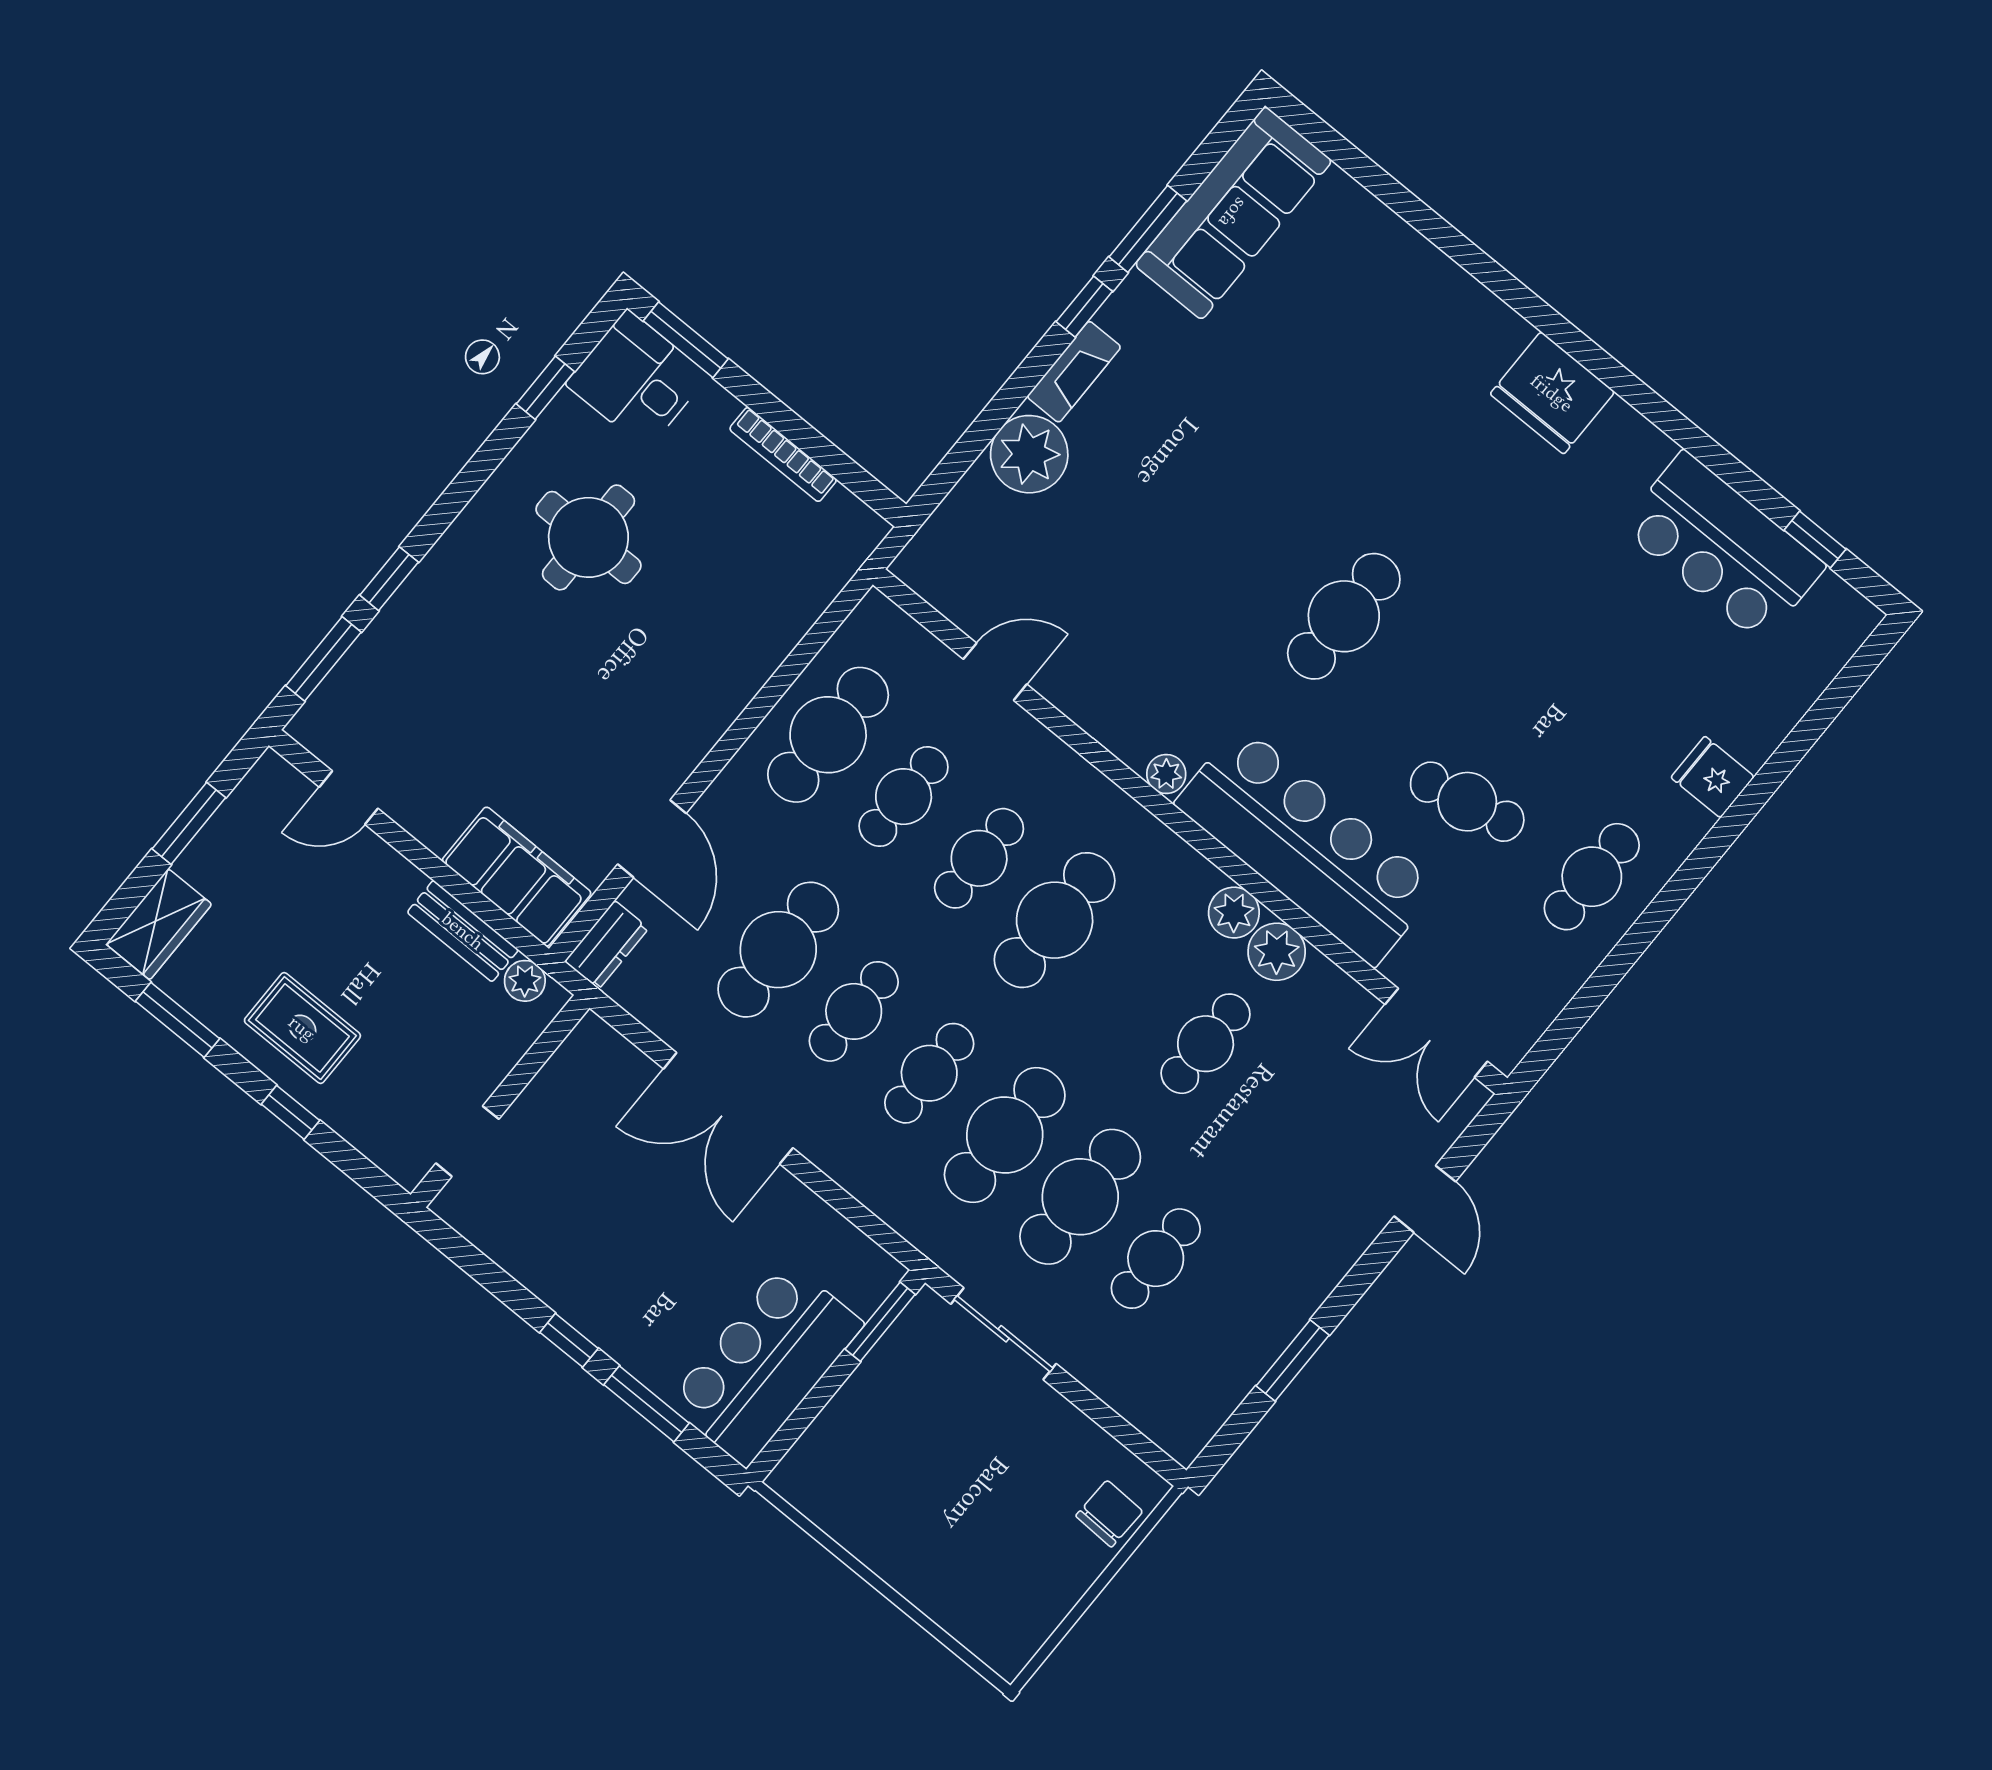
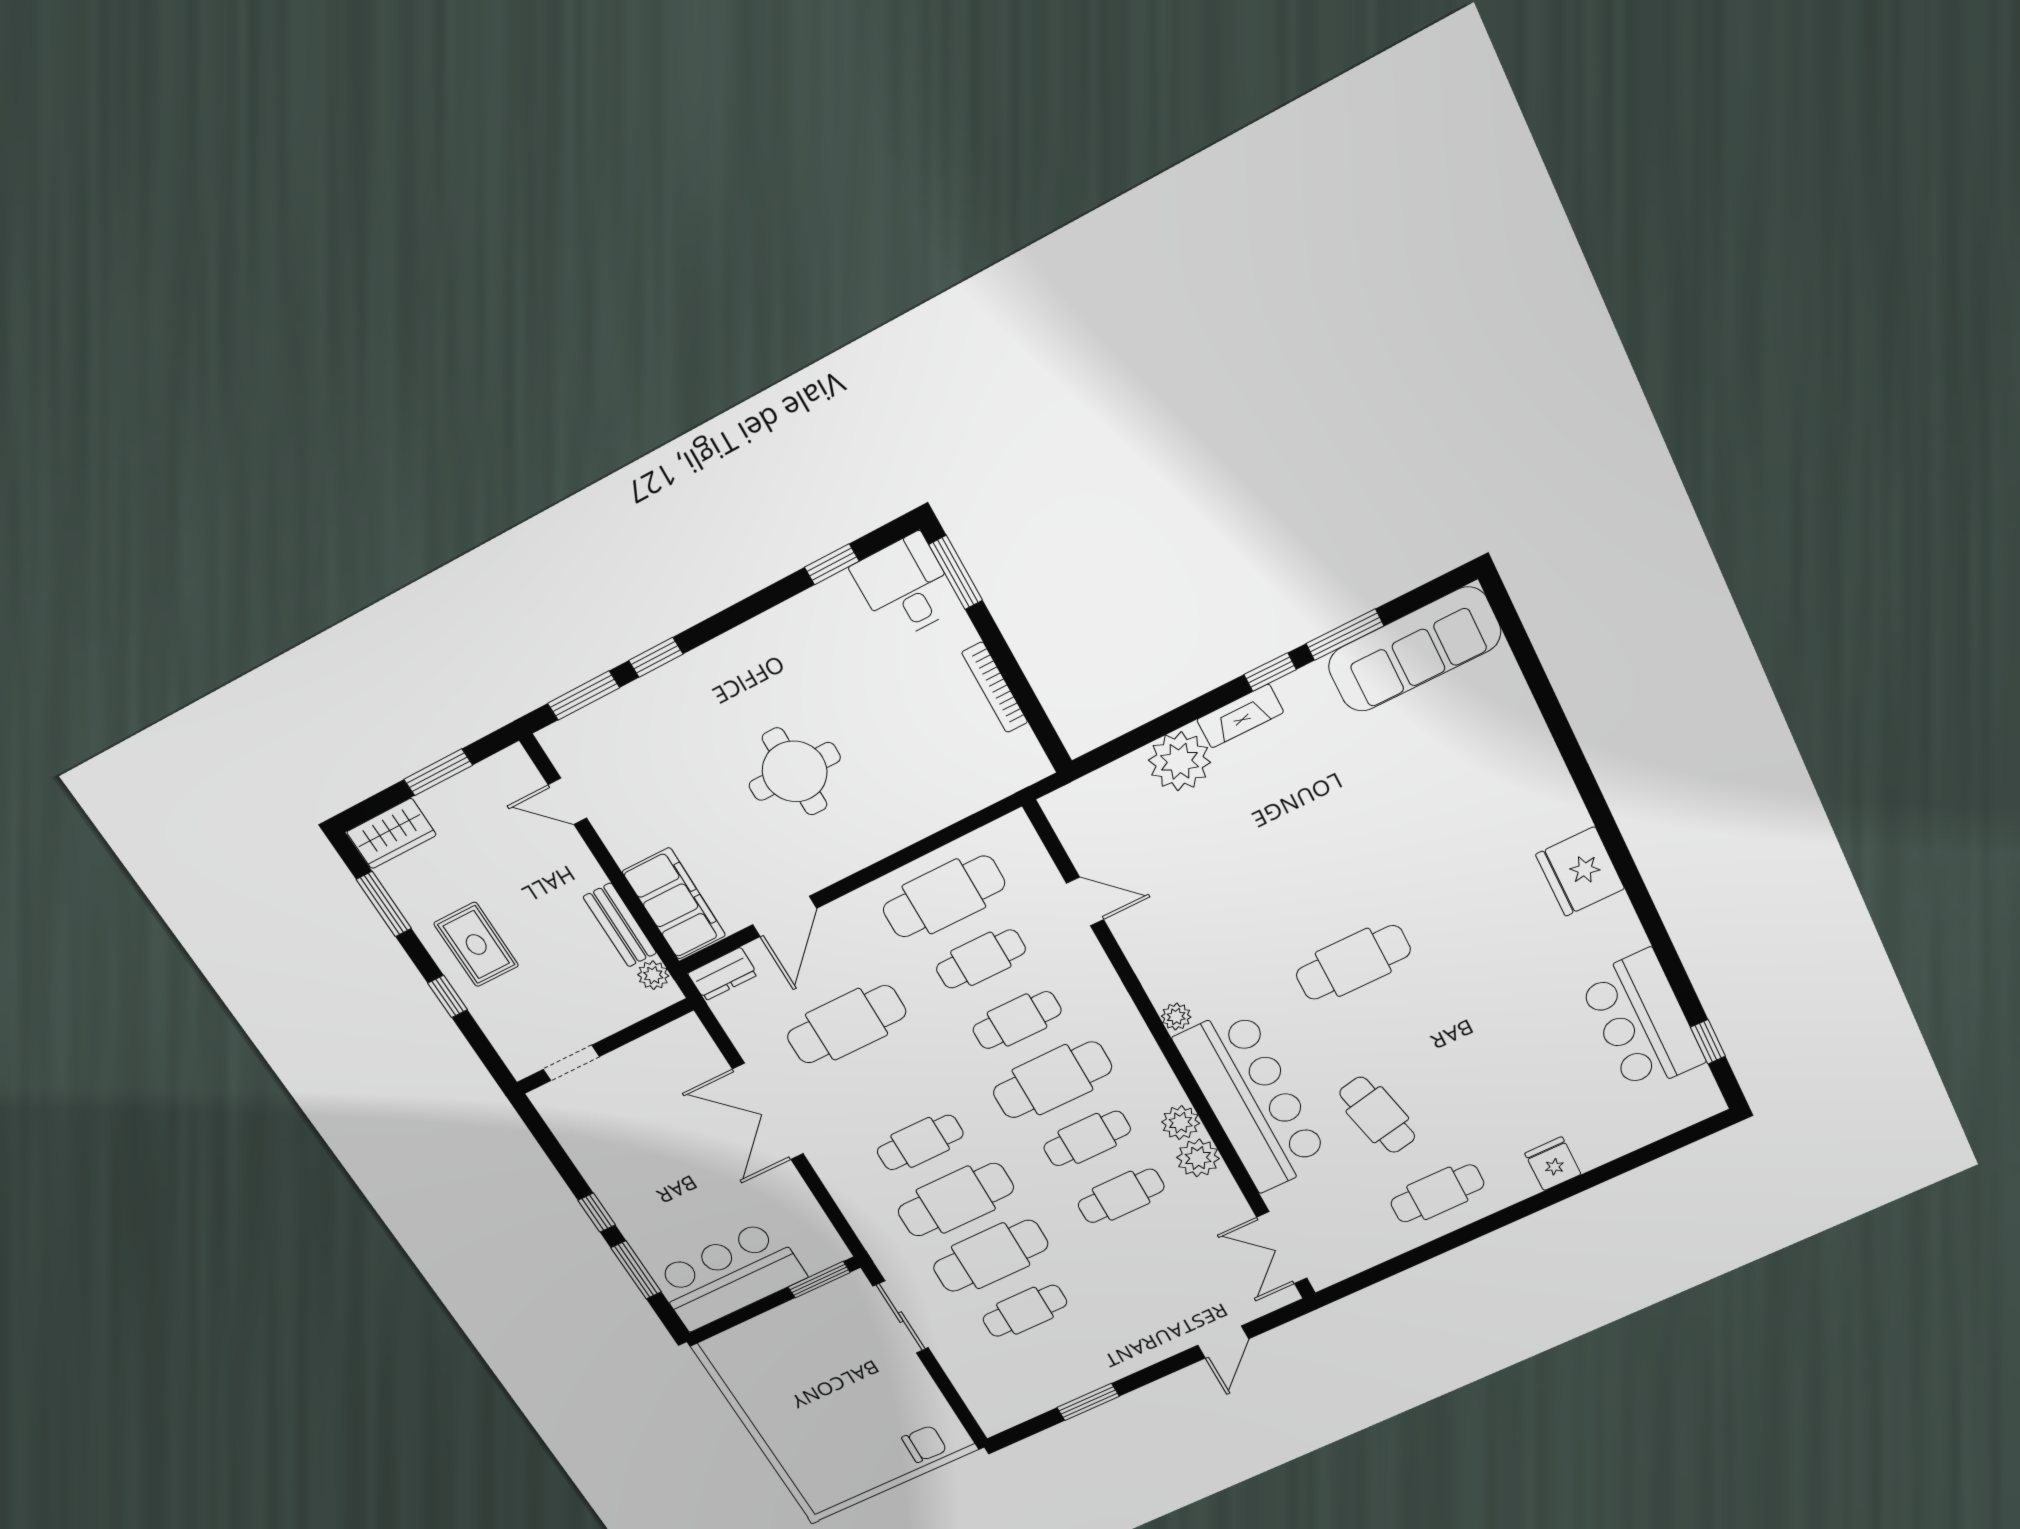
round table: (588, 537) -> (795, 771), moved
cafe table: (854, 1011) -> (1087, 1138), moved

